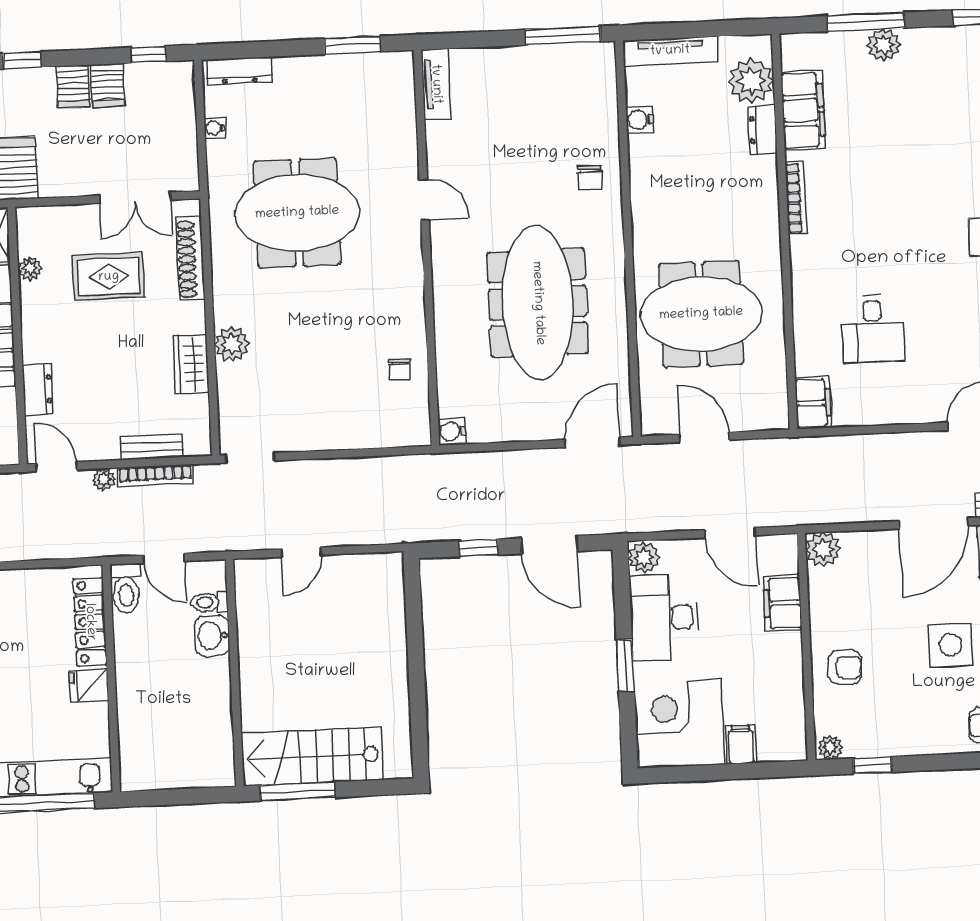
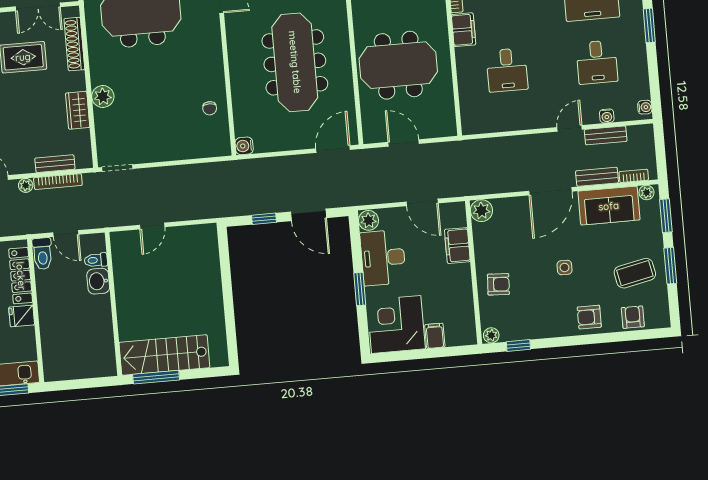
filing cabinet: (813, 403) -> (464, 30), moved
side table: (951, 645) -> (564, 267), width x0.54, depth x0.54

